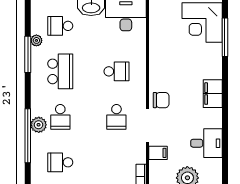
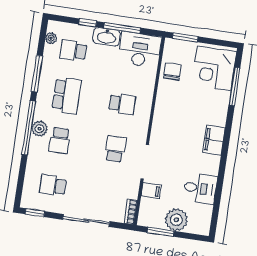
plant: (36, 40) -> (51, 38), moved
chair: (161, 100) -> (172, 71), moved, turned -90
school desk: (116, 117) -> (115, 149), turned 180
plant: (39, 125) -> (40, 129), moved
window: (28, 136) -> (29, 128), moved

